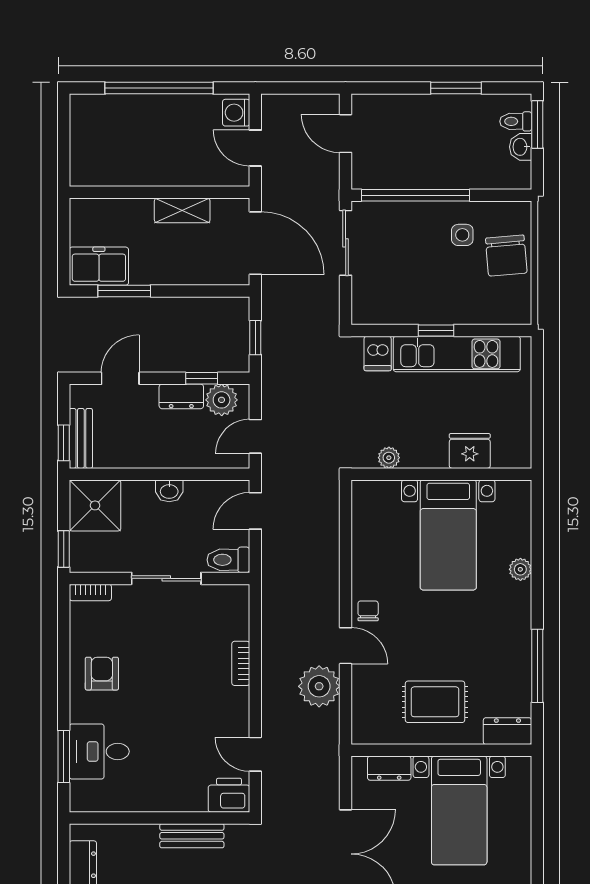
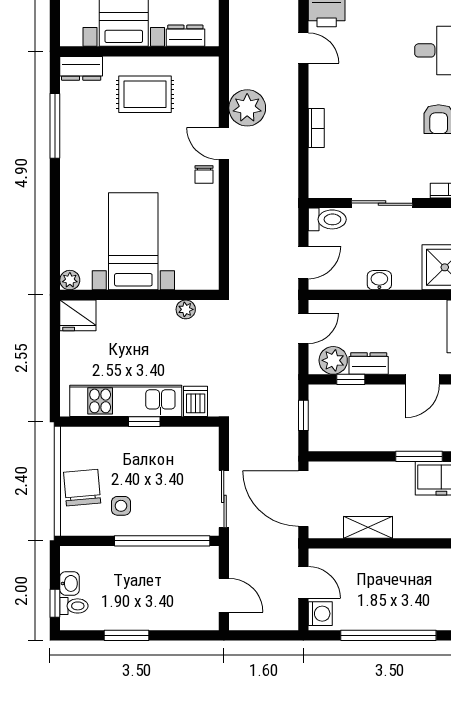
window: (537, 124) -> (55, 603), width x0.67
fridge: (470, 451) -> (78, 315), moved
plant: (520, 569) -> (70, 280), moved

